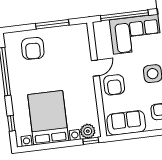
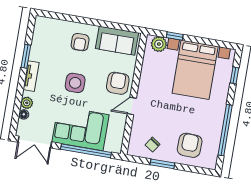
window: (52, 24) -> (162, 164), width x0.69
chair: (66, 39) -> (153, 145), added
window: (91, 141) -> (175, 36), moved

